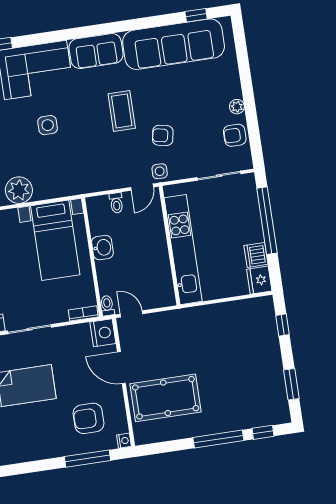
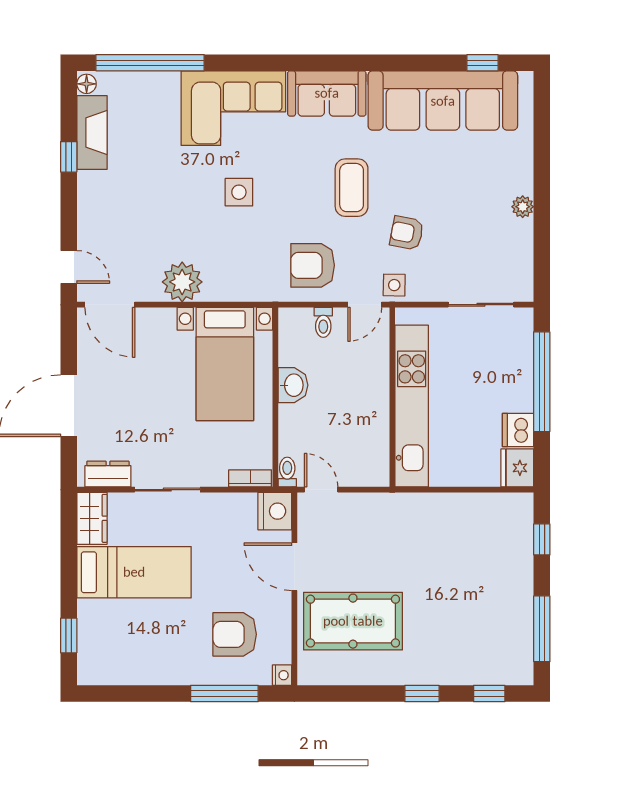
armchair: (235, 135) -> (313, 265), moved, width x1.38, depth x1.38
window: (291, 384) -> (542, 629), width x1.44
window: (218, 439) -> (422, 694), width x0.46

